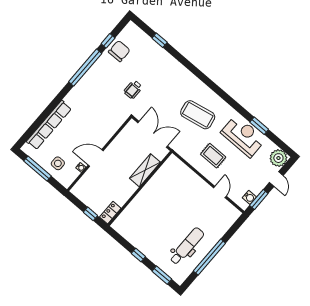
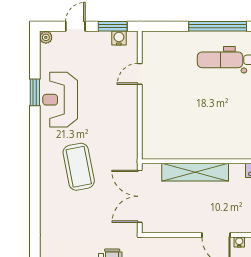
rug: (213, 156) -> (108, 114), removed
plant: (278, 158) -> (46, 37), width x0.53, depth x0.53
shelving: (145, 170) -> (195, 172), width x1.47

